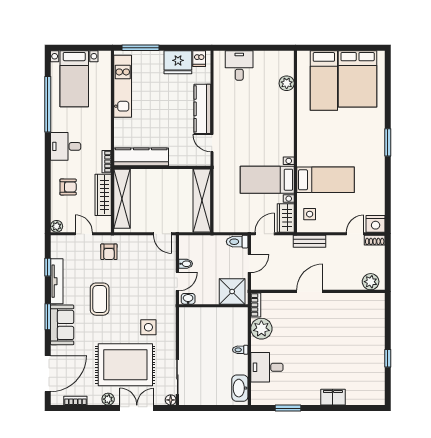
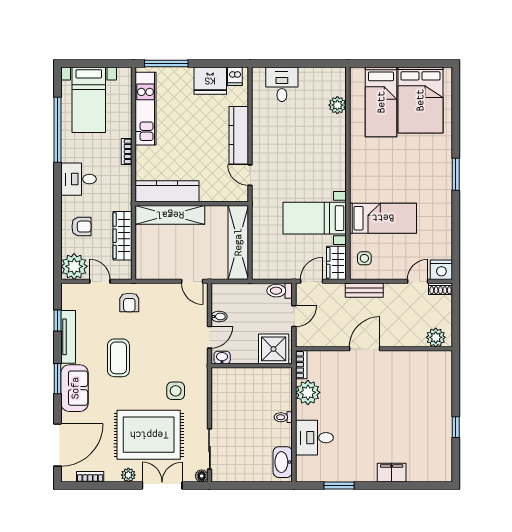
bookcase: (107, 162) -> (127, 151), moved
shelving: (122, 199) -> (170, 215), moved, turned 90
plant: (57, 226) -> (74, 266), width x1.87, depth x1.87

